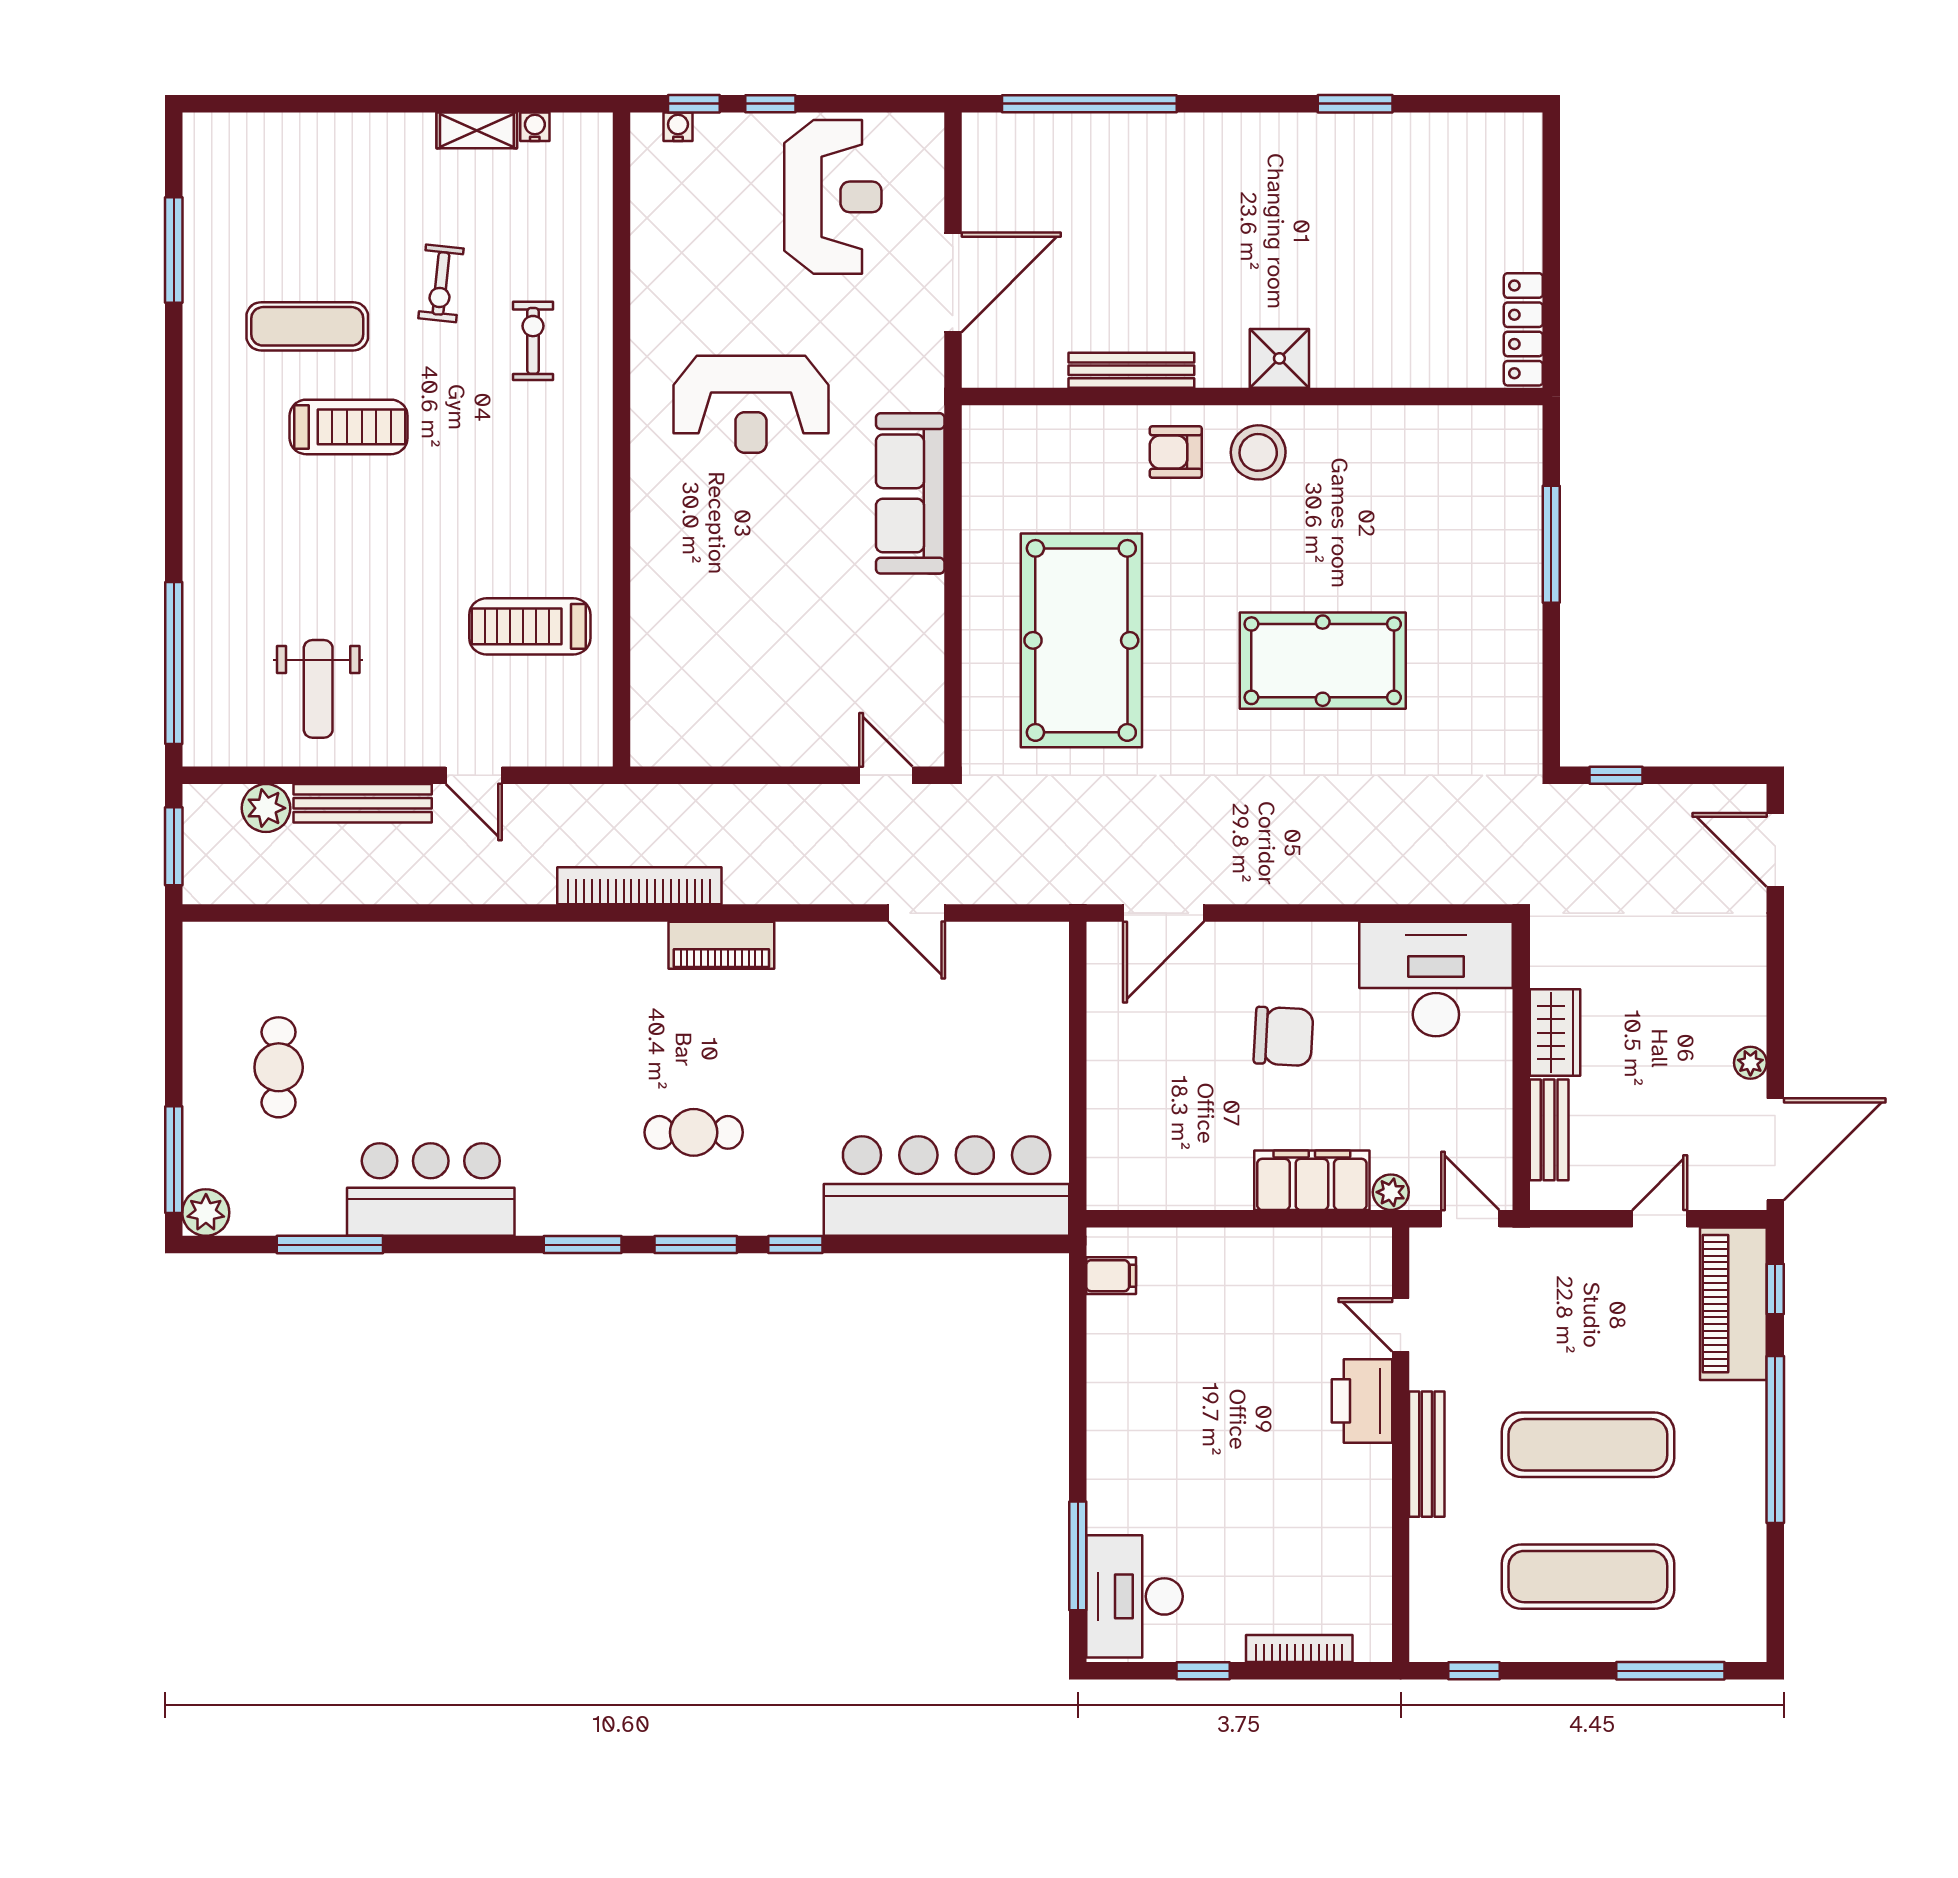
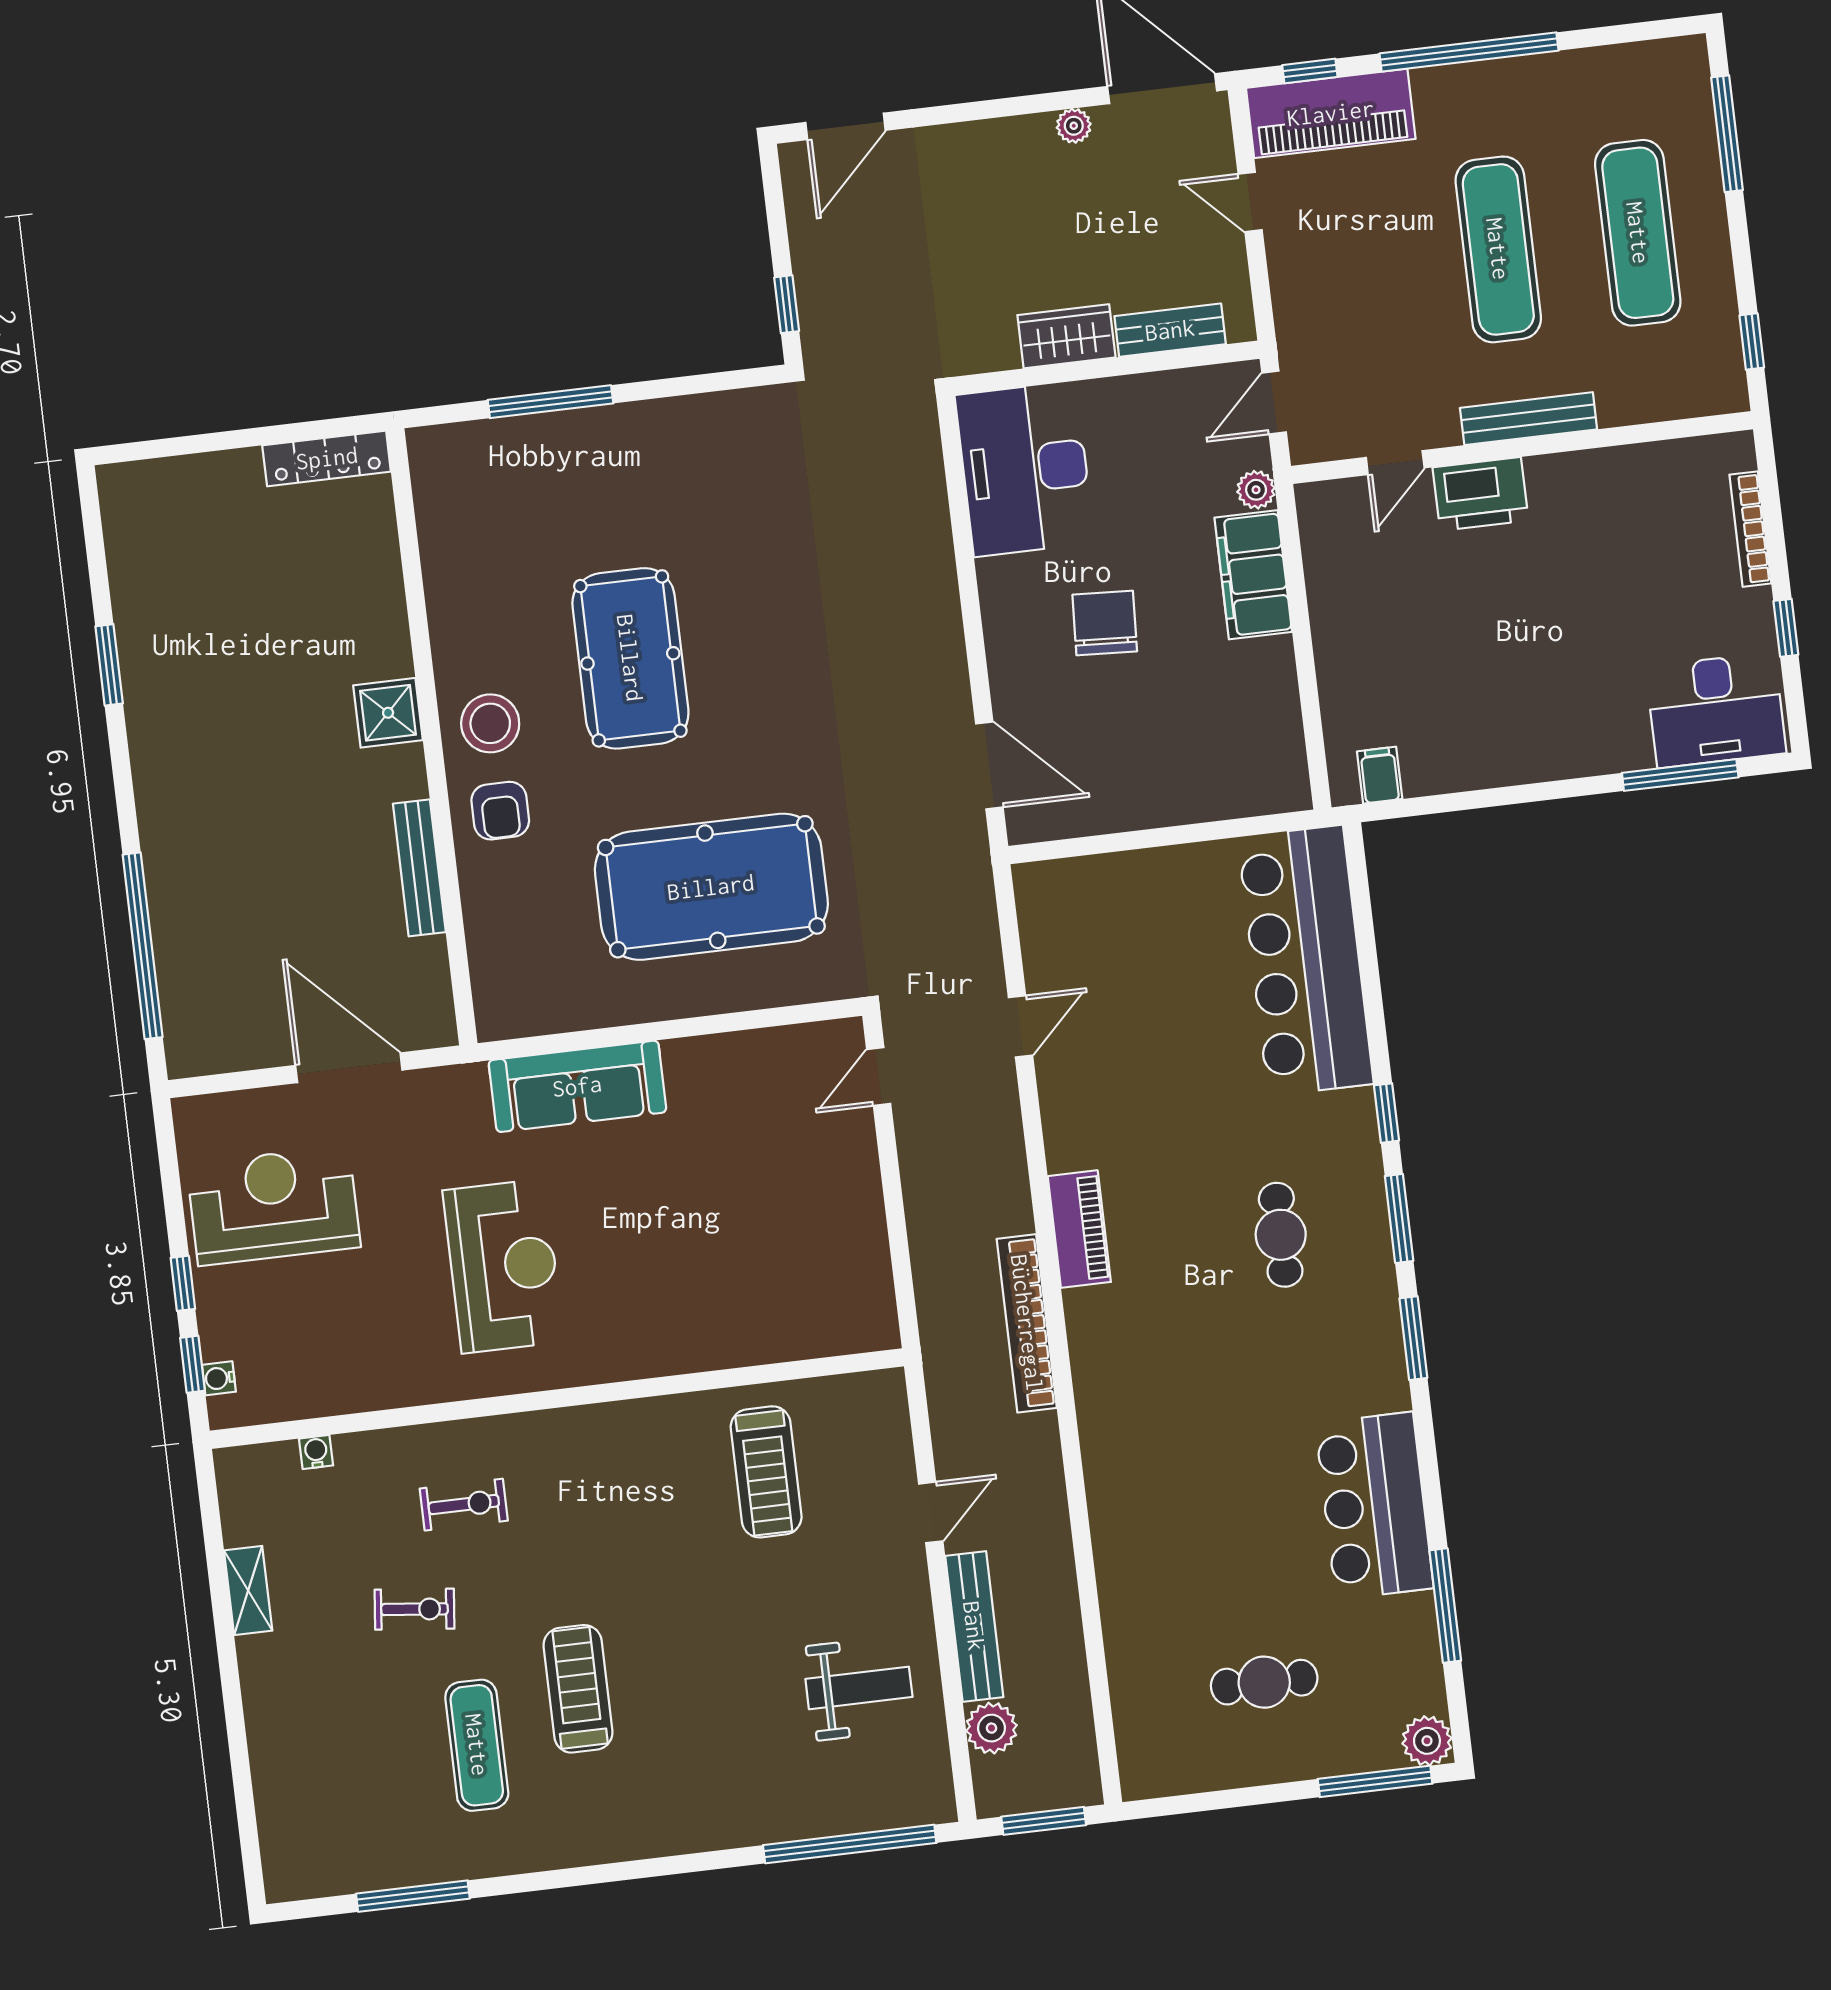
water cooler: (535, 127) -> (316, 1452), moved, turned 90
exercise bike: (533, 341) -> (464, 1505), turned 180
pool table: (1323, 661) -> (630, 658), moved

